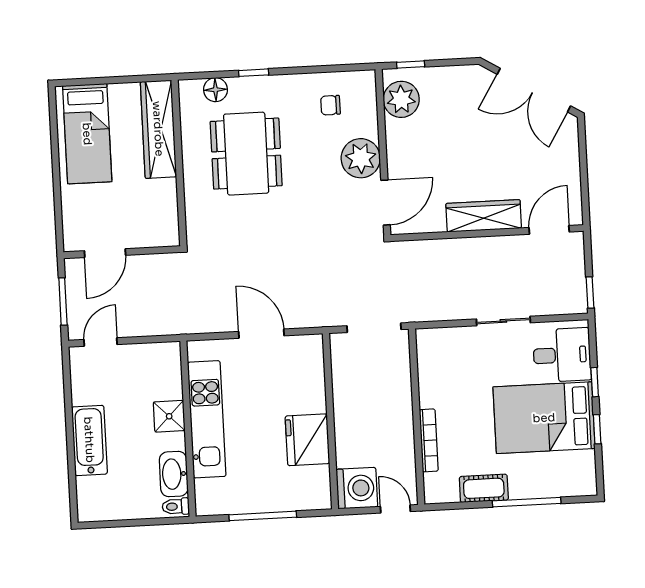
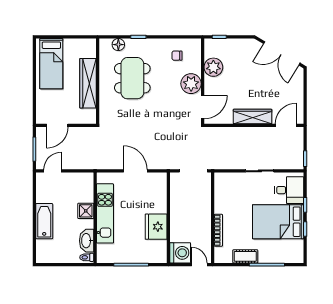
plant: (401, 99) -> (213, 67), moved
wardrobe: (158, 129) -> (88, 83), moved

